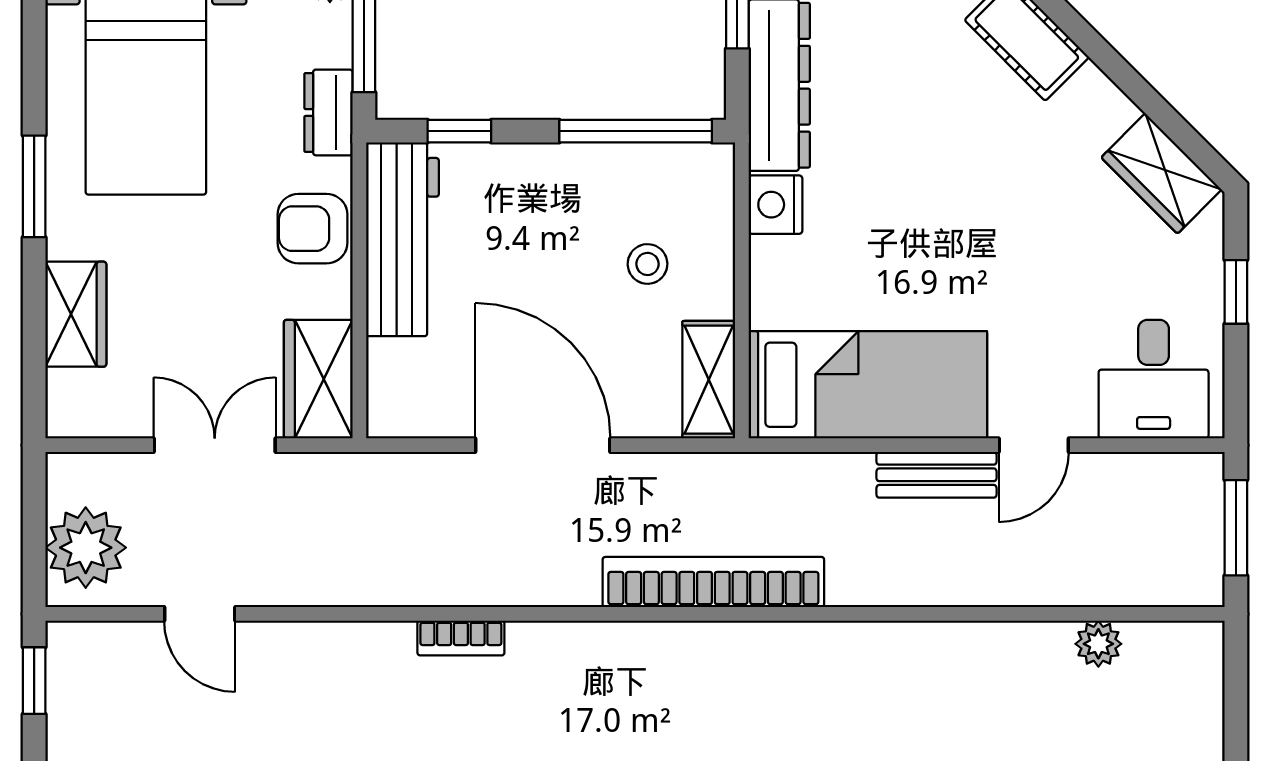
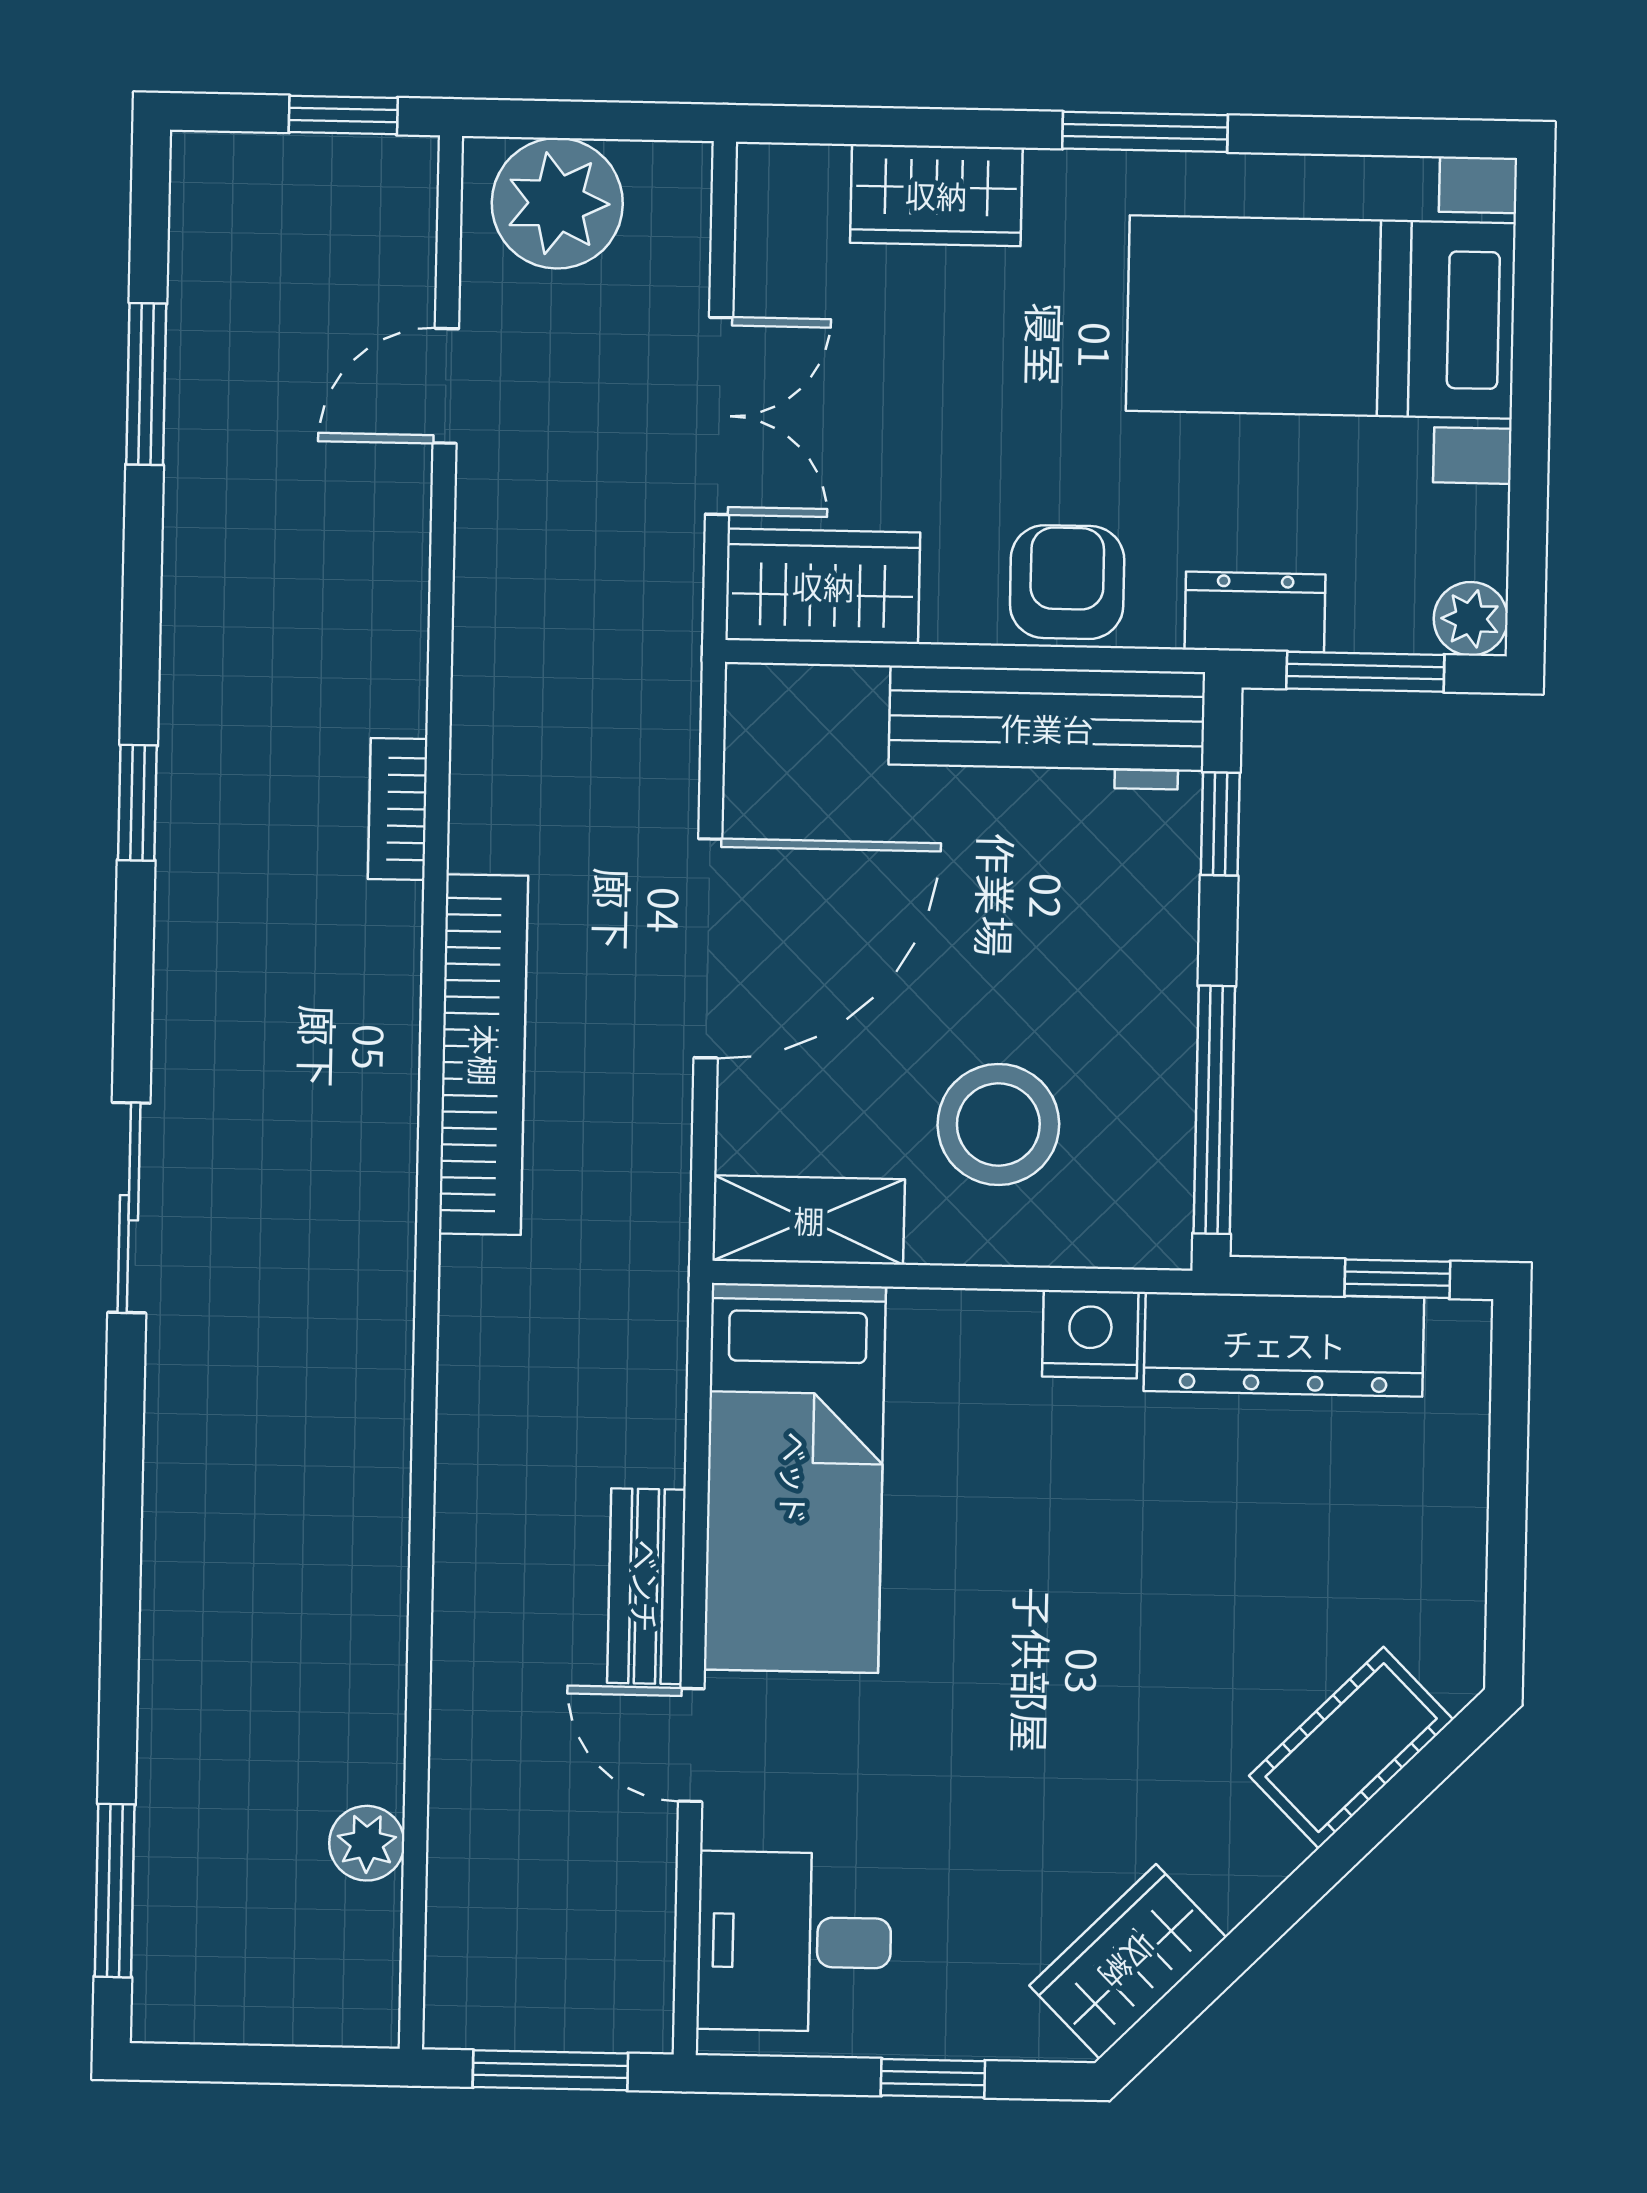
stool: (647, 264) -> (998, 1124), width x1.89, depth x1.89
bookcase: (713, 582) -> (484, 1055), moved

